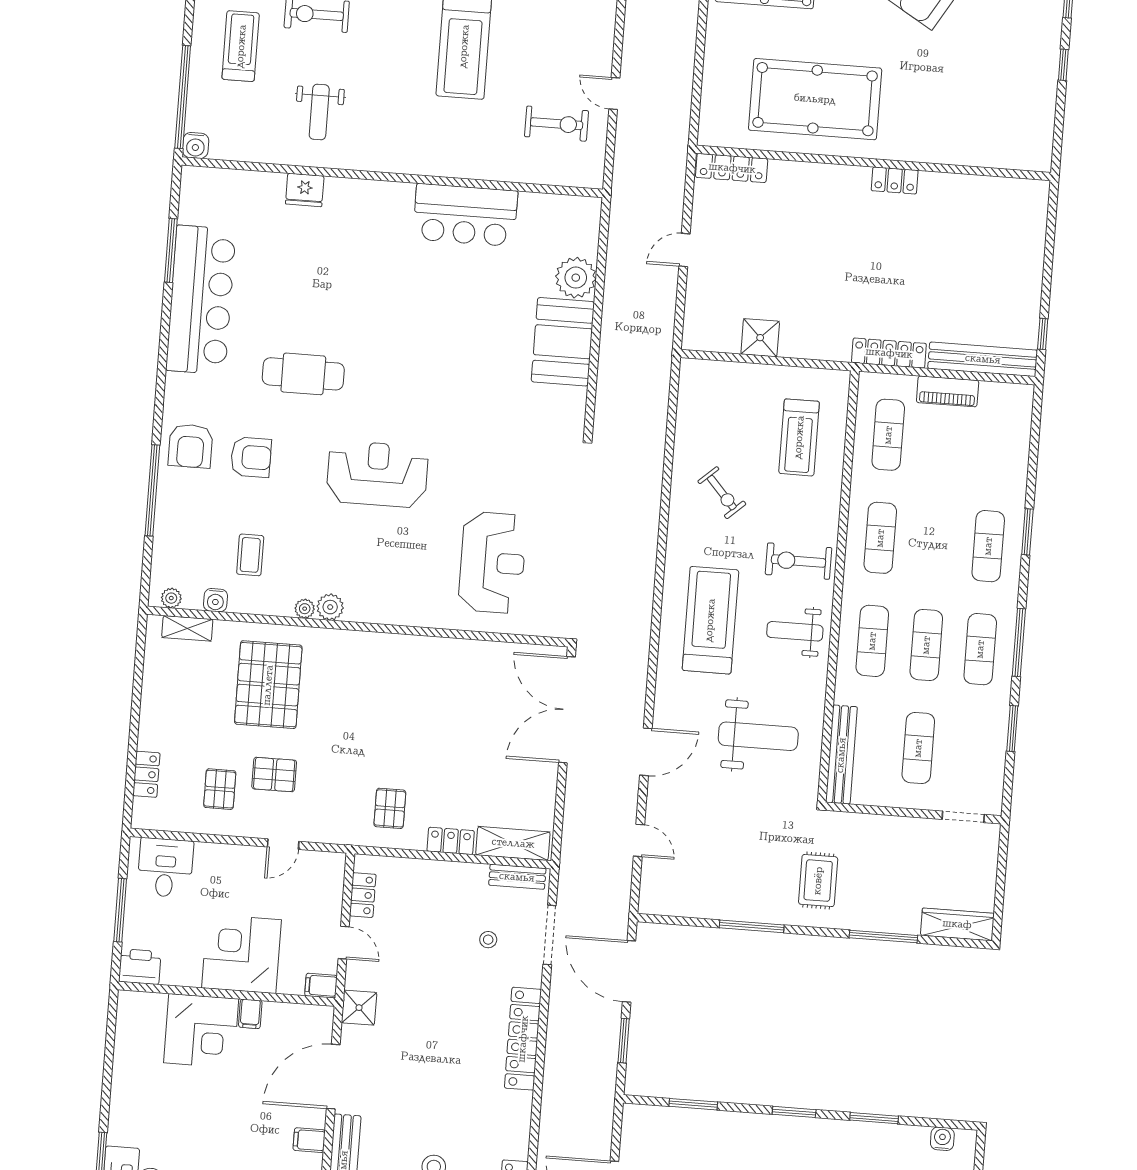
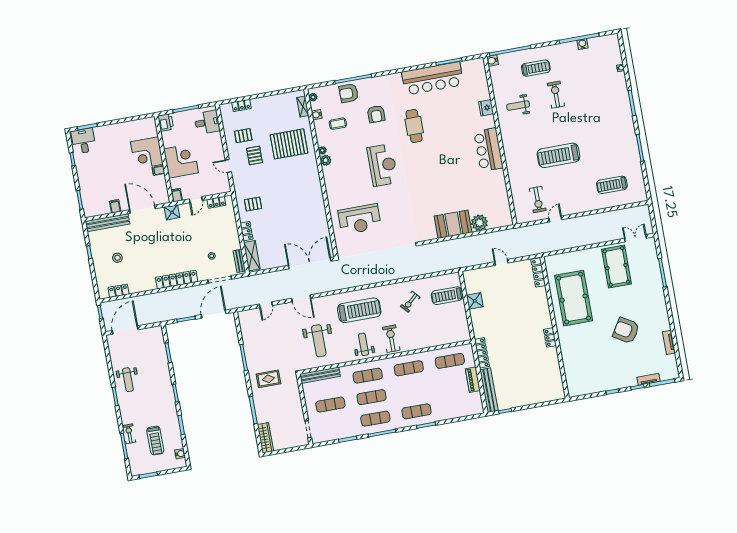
bar counter: (465, 215) -> (488, 150), moved
treadmill: (799, 437) -> (447, 296), moved
armchair: (191, 446) -> (349, 93), moved

